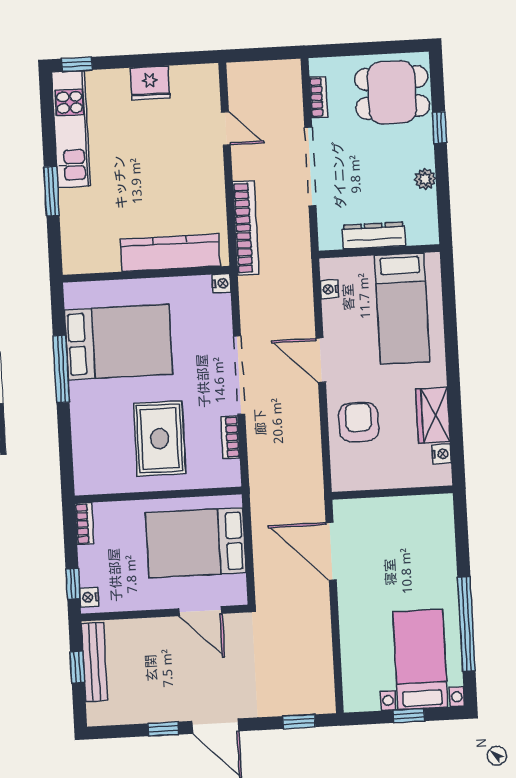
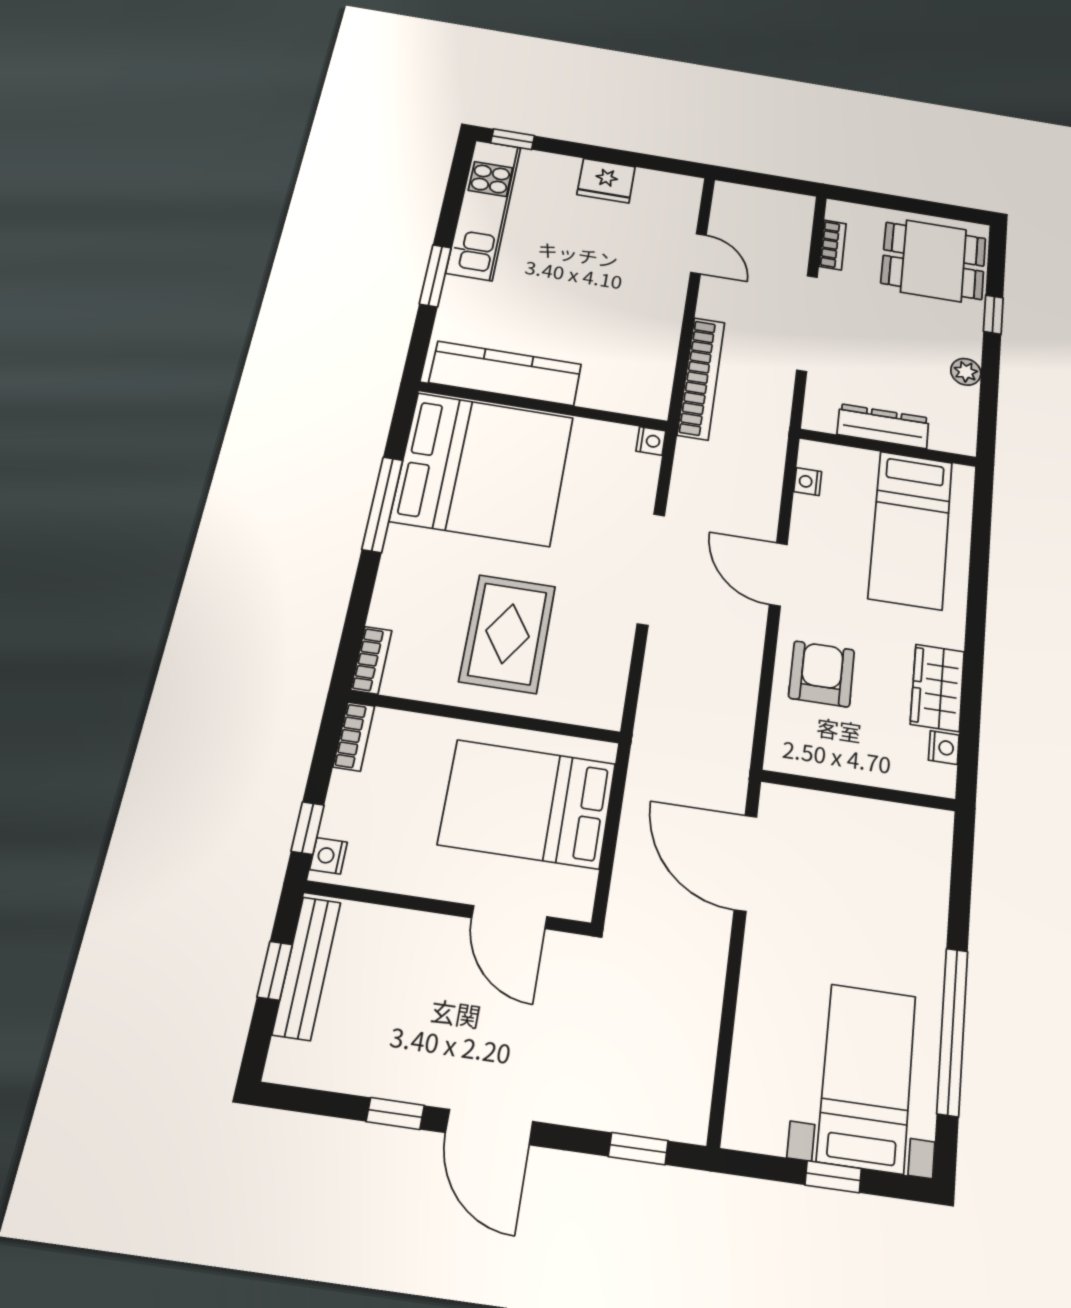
kitchen counter: (170, 253) -> (505, 373), moved
bed: (118, 342) -> (483, 469), width x1.36
bookcase: (230, 437) -> (371, 660), moved, turned 180

